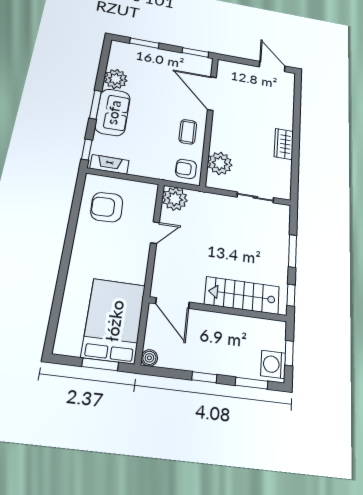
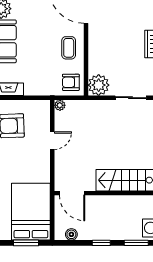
plant: (220, 163) -> (99, 85), moved
plant: (175, 199) -> (60, 105), width x0.53, depth x0.53
boiler: (149, 358) -> (71, 234), moved

